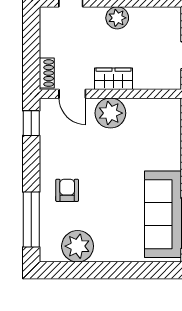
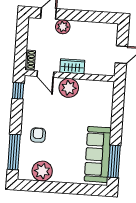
plant: (117, 18) -> (63, 27), moved

